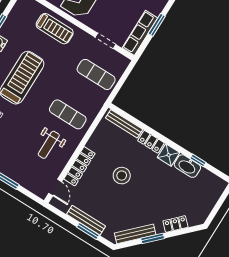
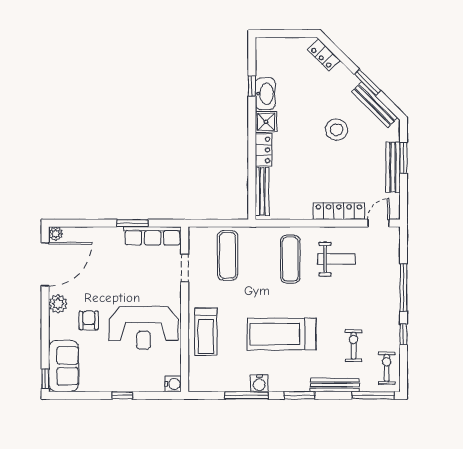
treadmill: (55, 29) -> (206, 332), turned 180
stool: (122, 176) -> (337, 130), moved
locker: (175, 224) -> (324, 55), moved

